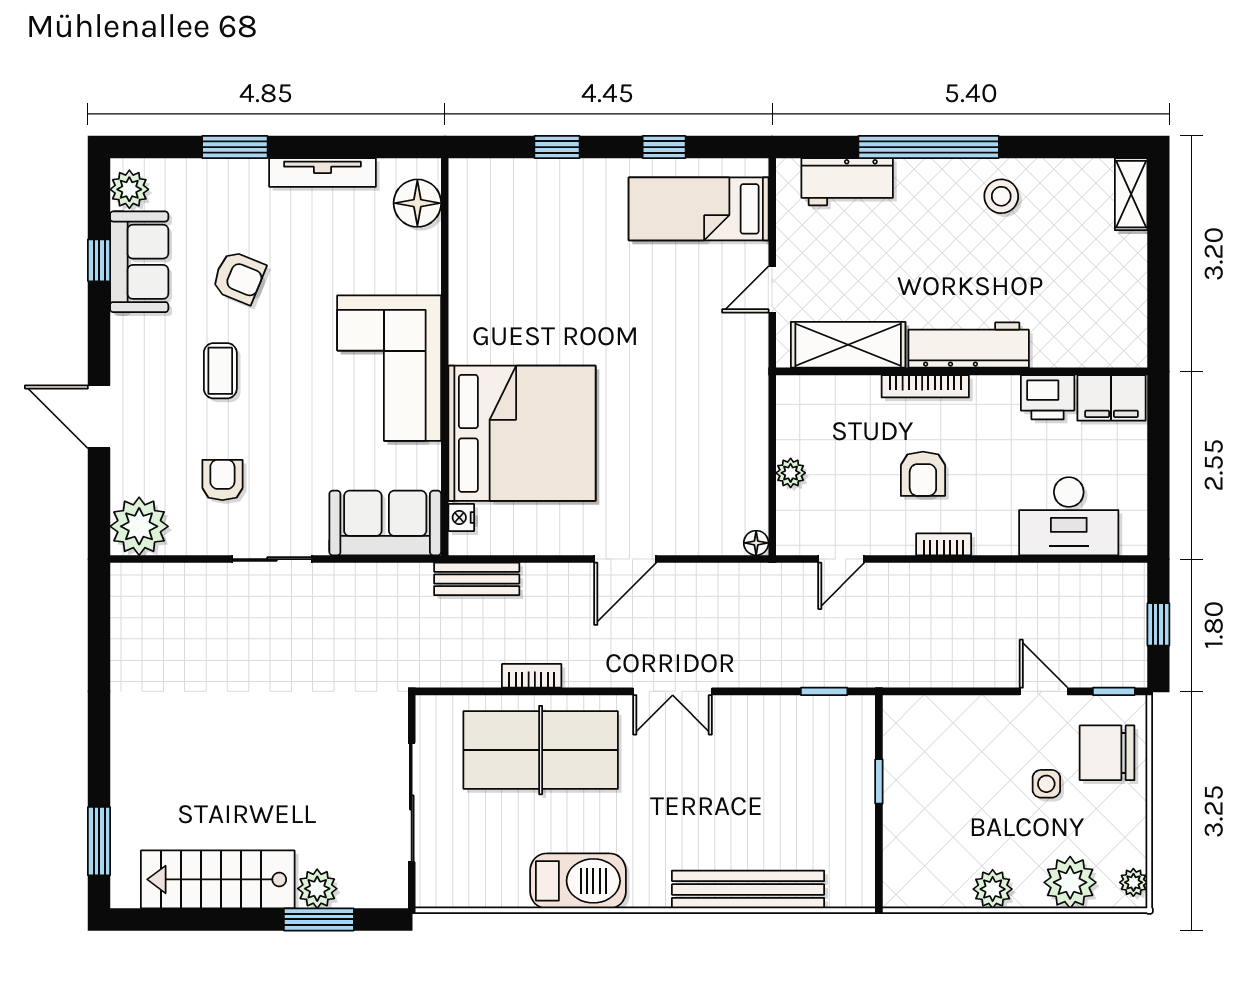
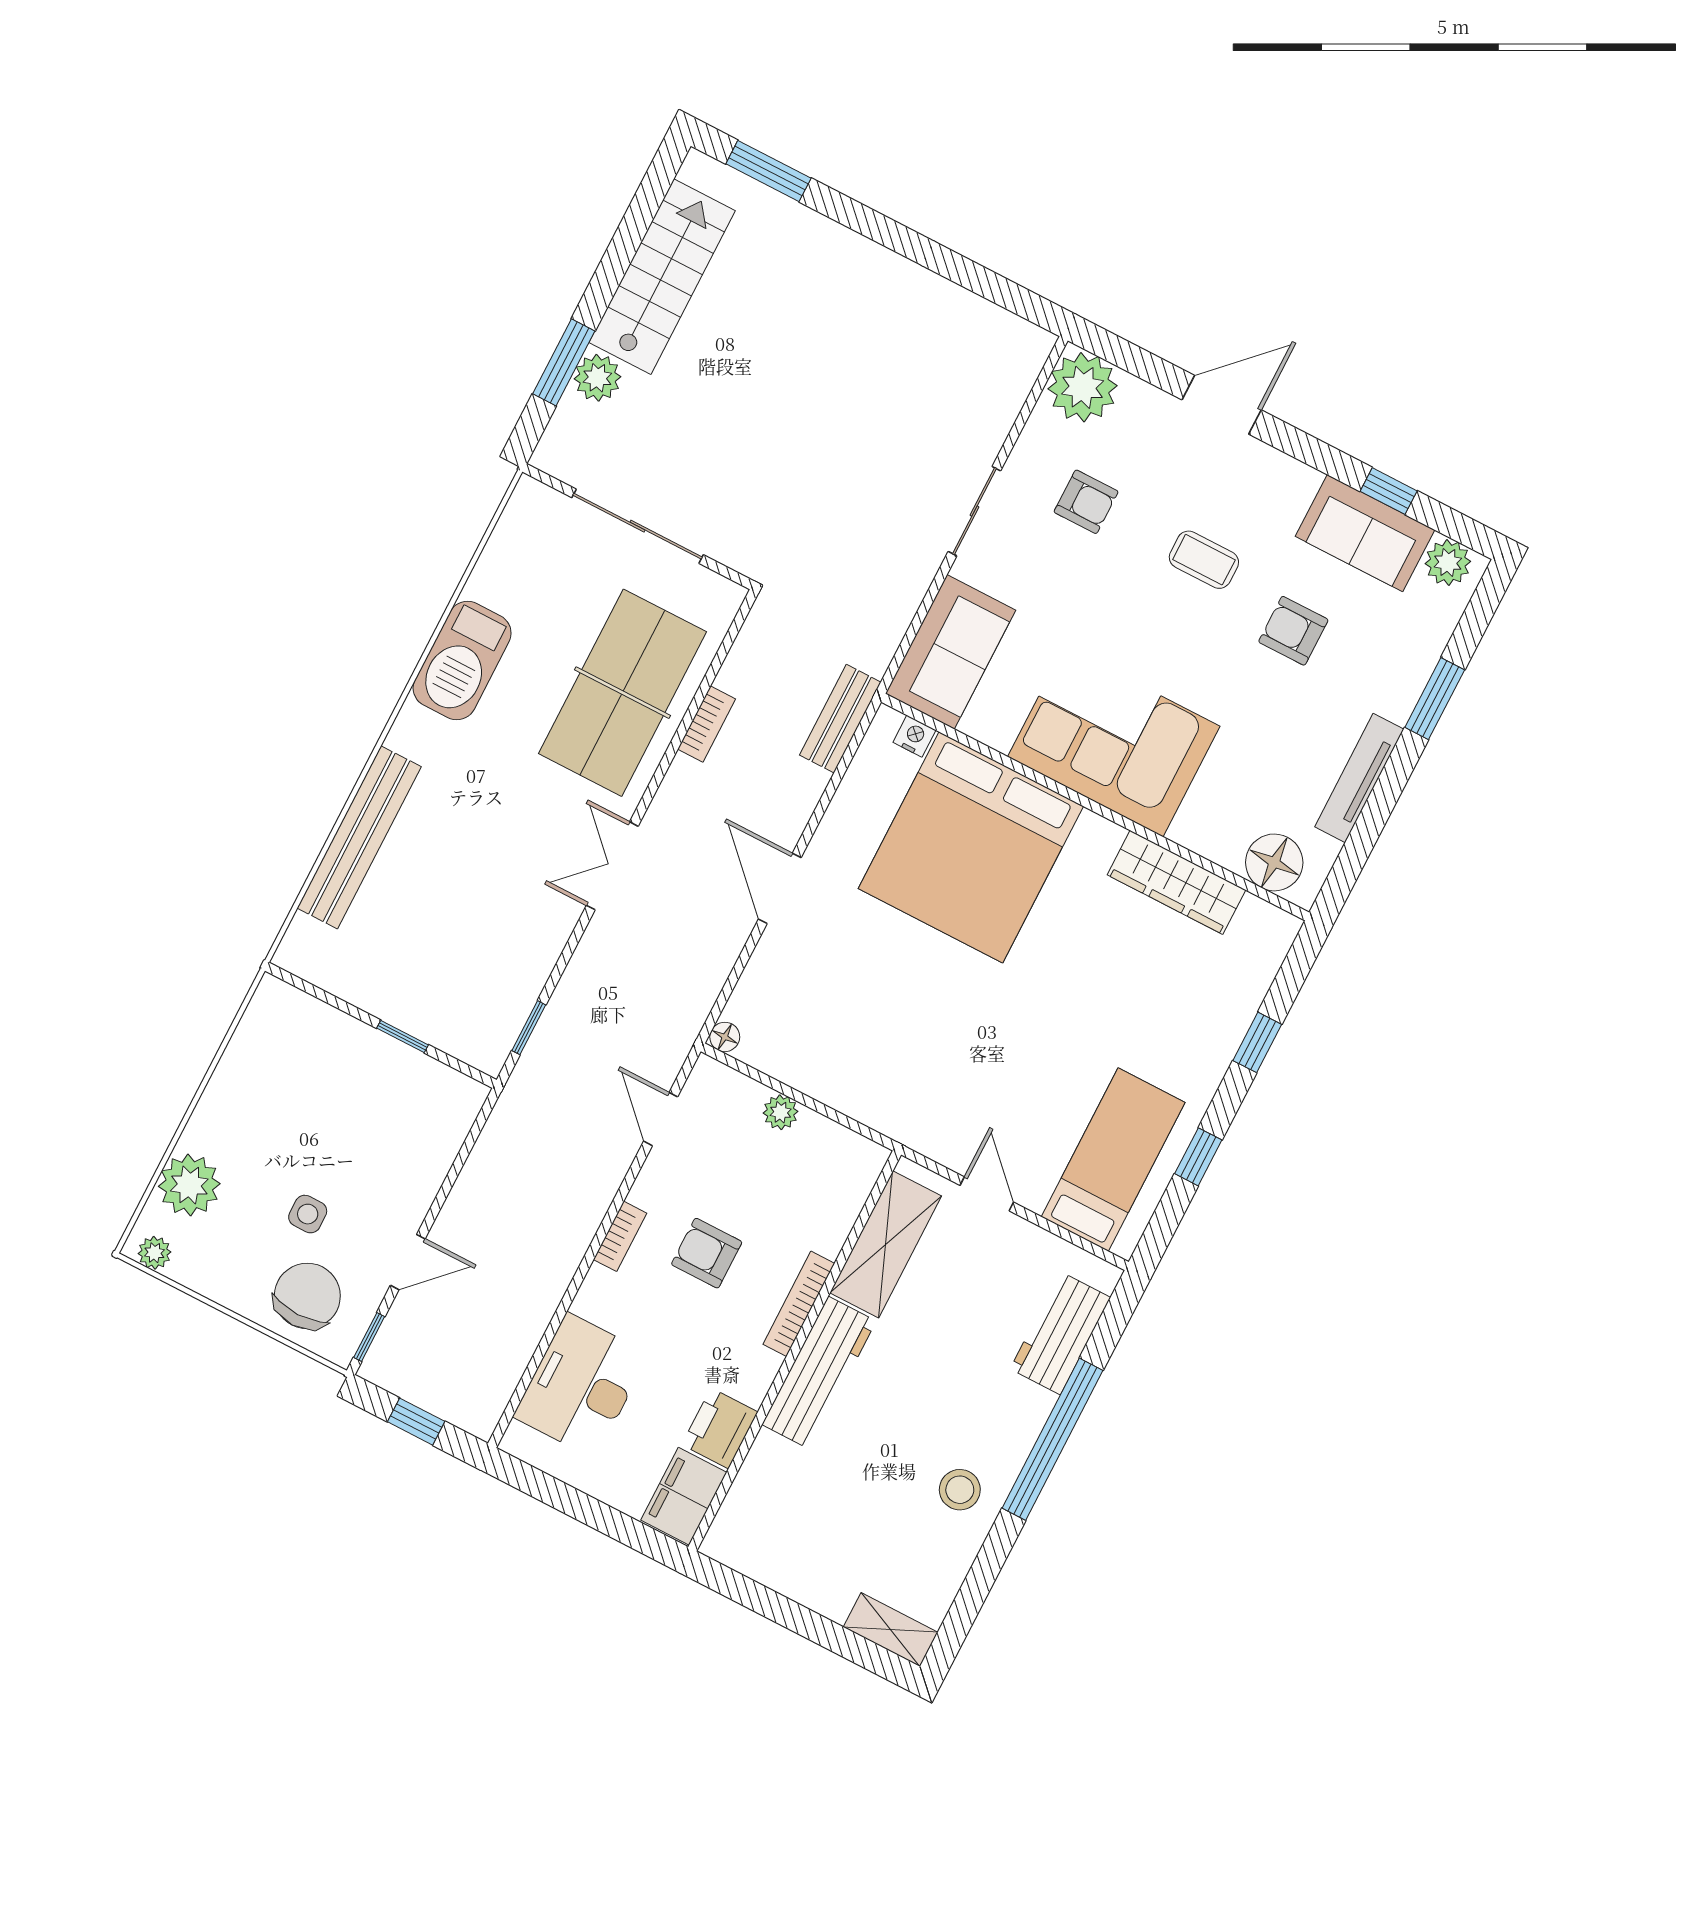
wardrobe: (469, 268) -> (1176, 882), added
armchair: (239, 277) -> (1293, 631), turned 68
plant: (993, 889) -> (225, 1099), removed

